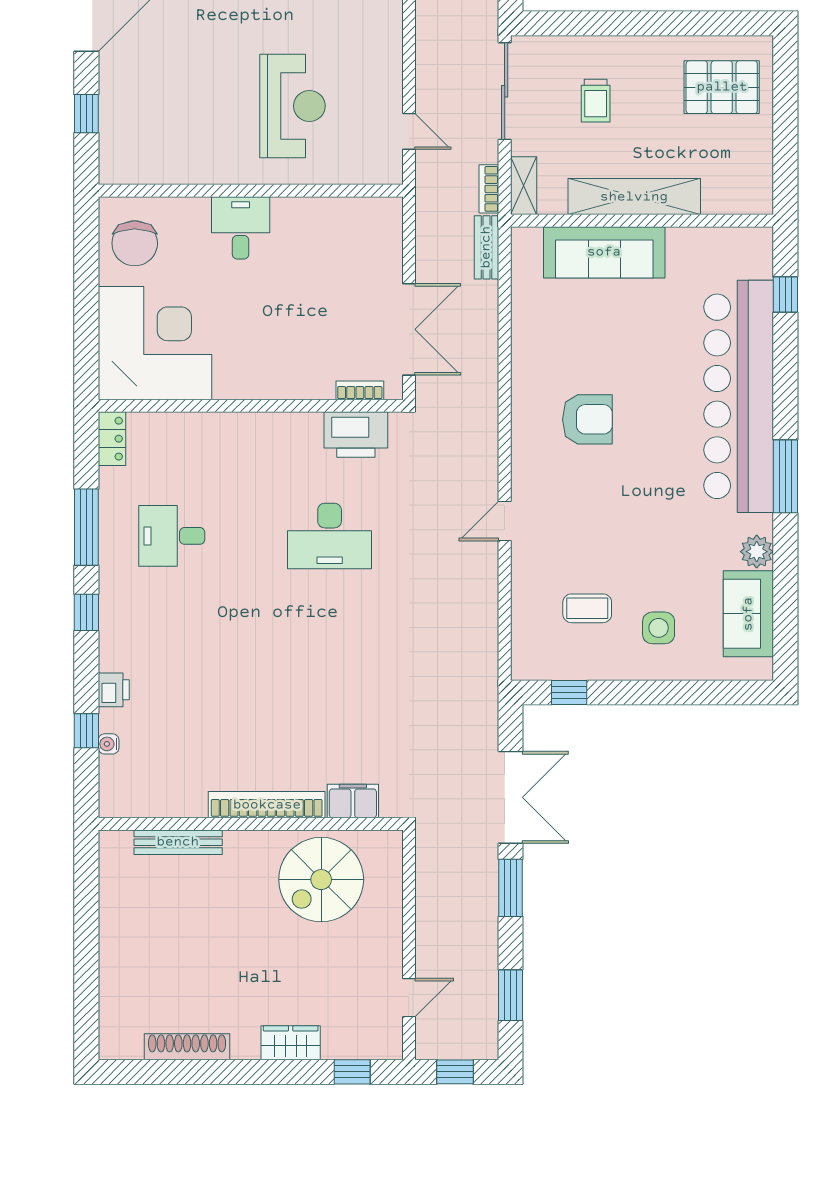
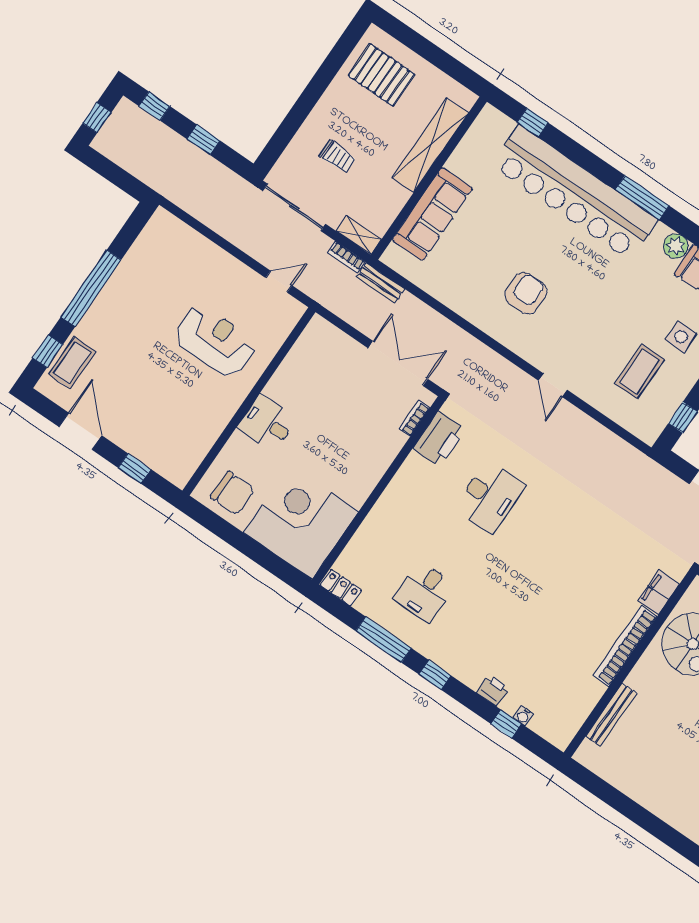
pallet: (722, 87) -> (381, 75), turned 90
shelving: (634, 197) -> (430, 145), moved
coffee table: (587, 608) -> (640, 372), width x1.36, depth x1.30

